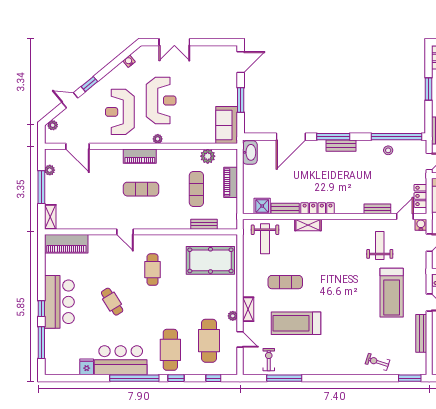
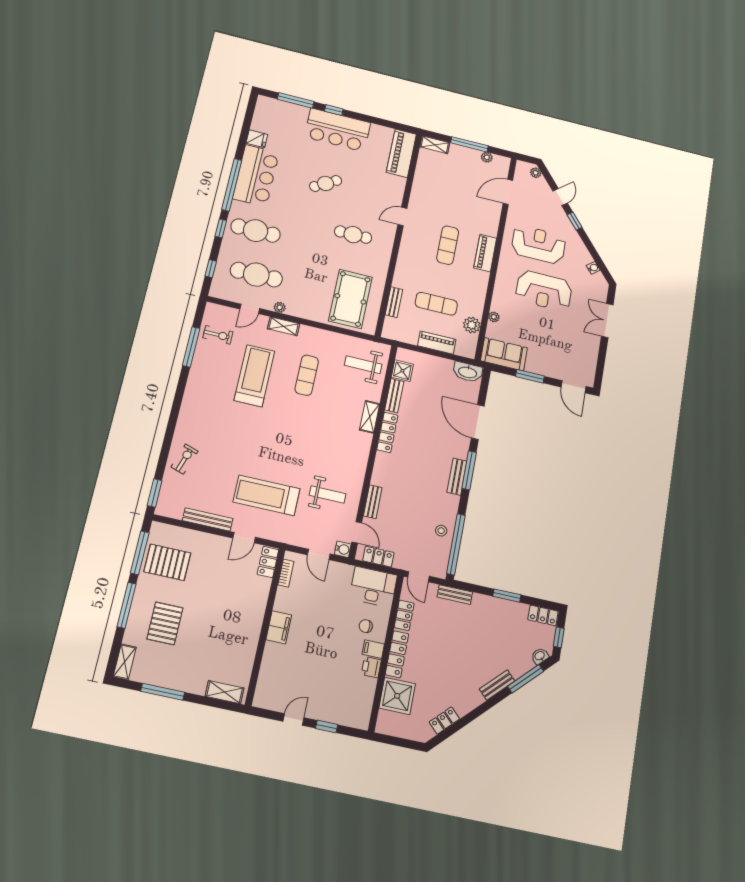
plant: (158, 139) -> (494, 317), moved

